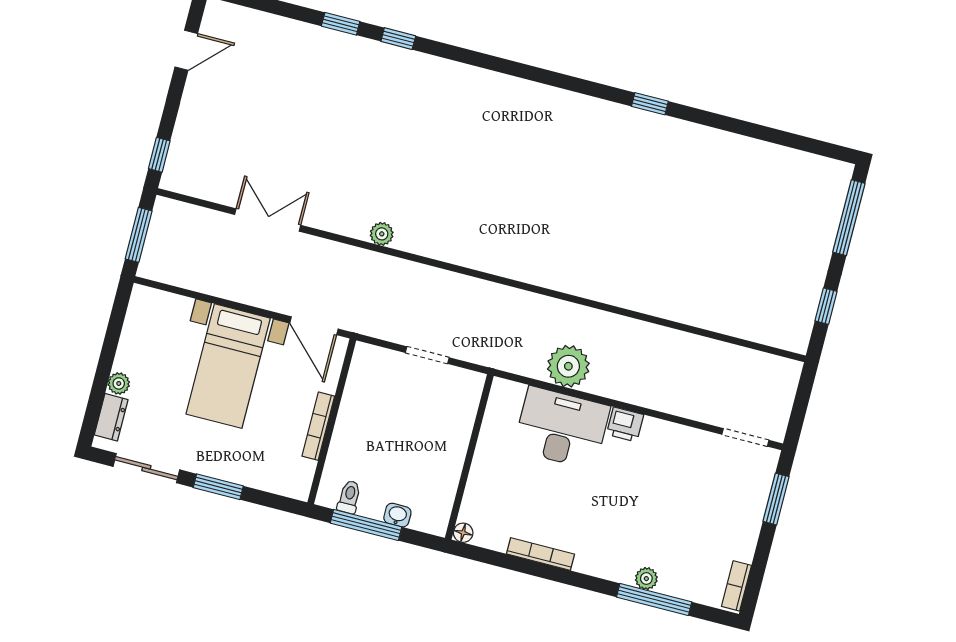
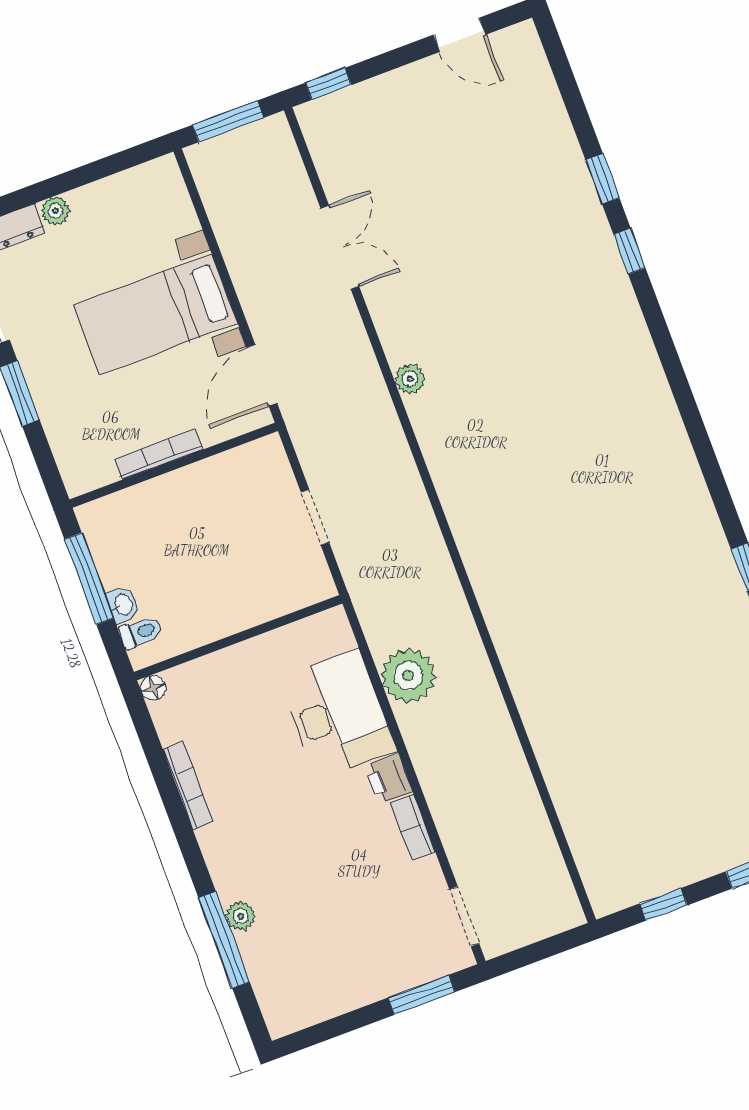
toilet: (349, 497) -> (141, 632), moved
bookcase: (736, 586) -> (413, 827), moved, turned -90

